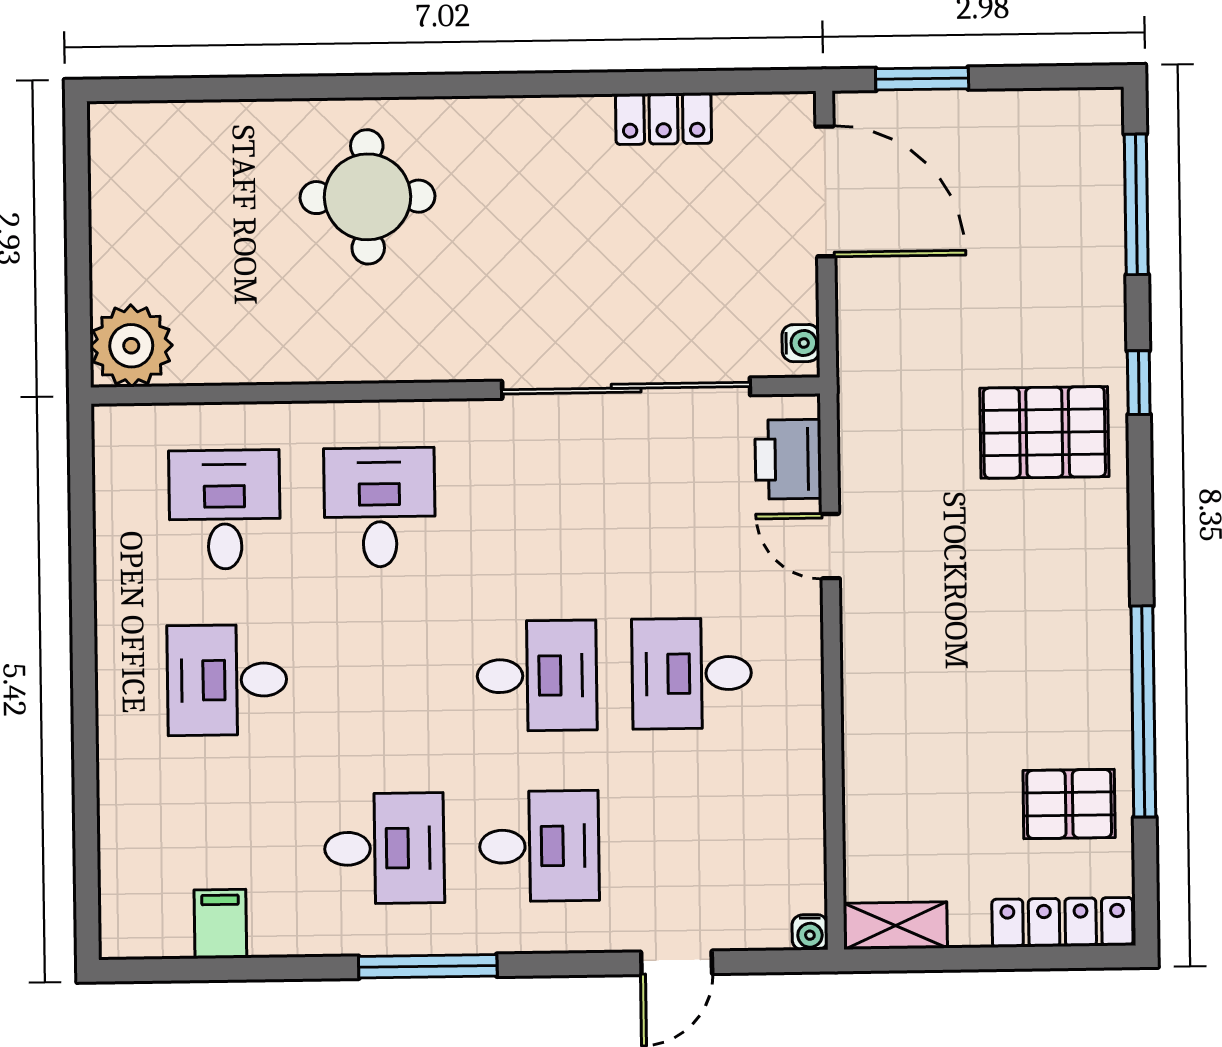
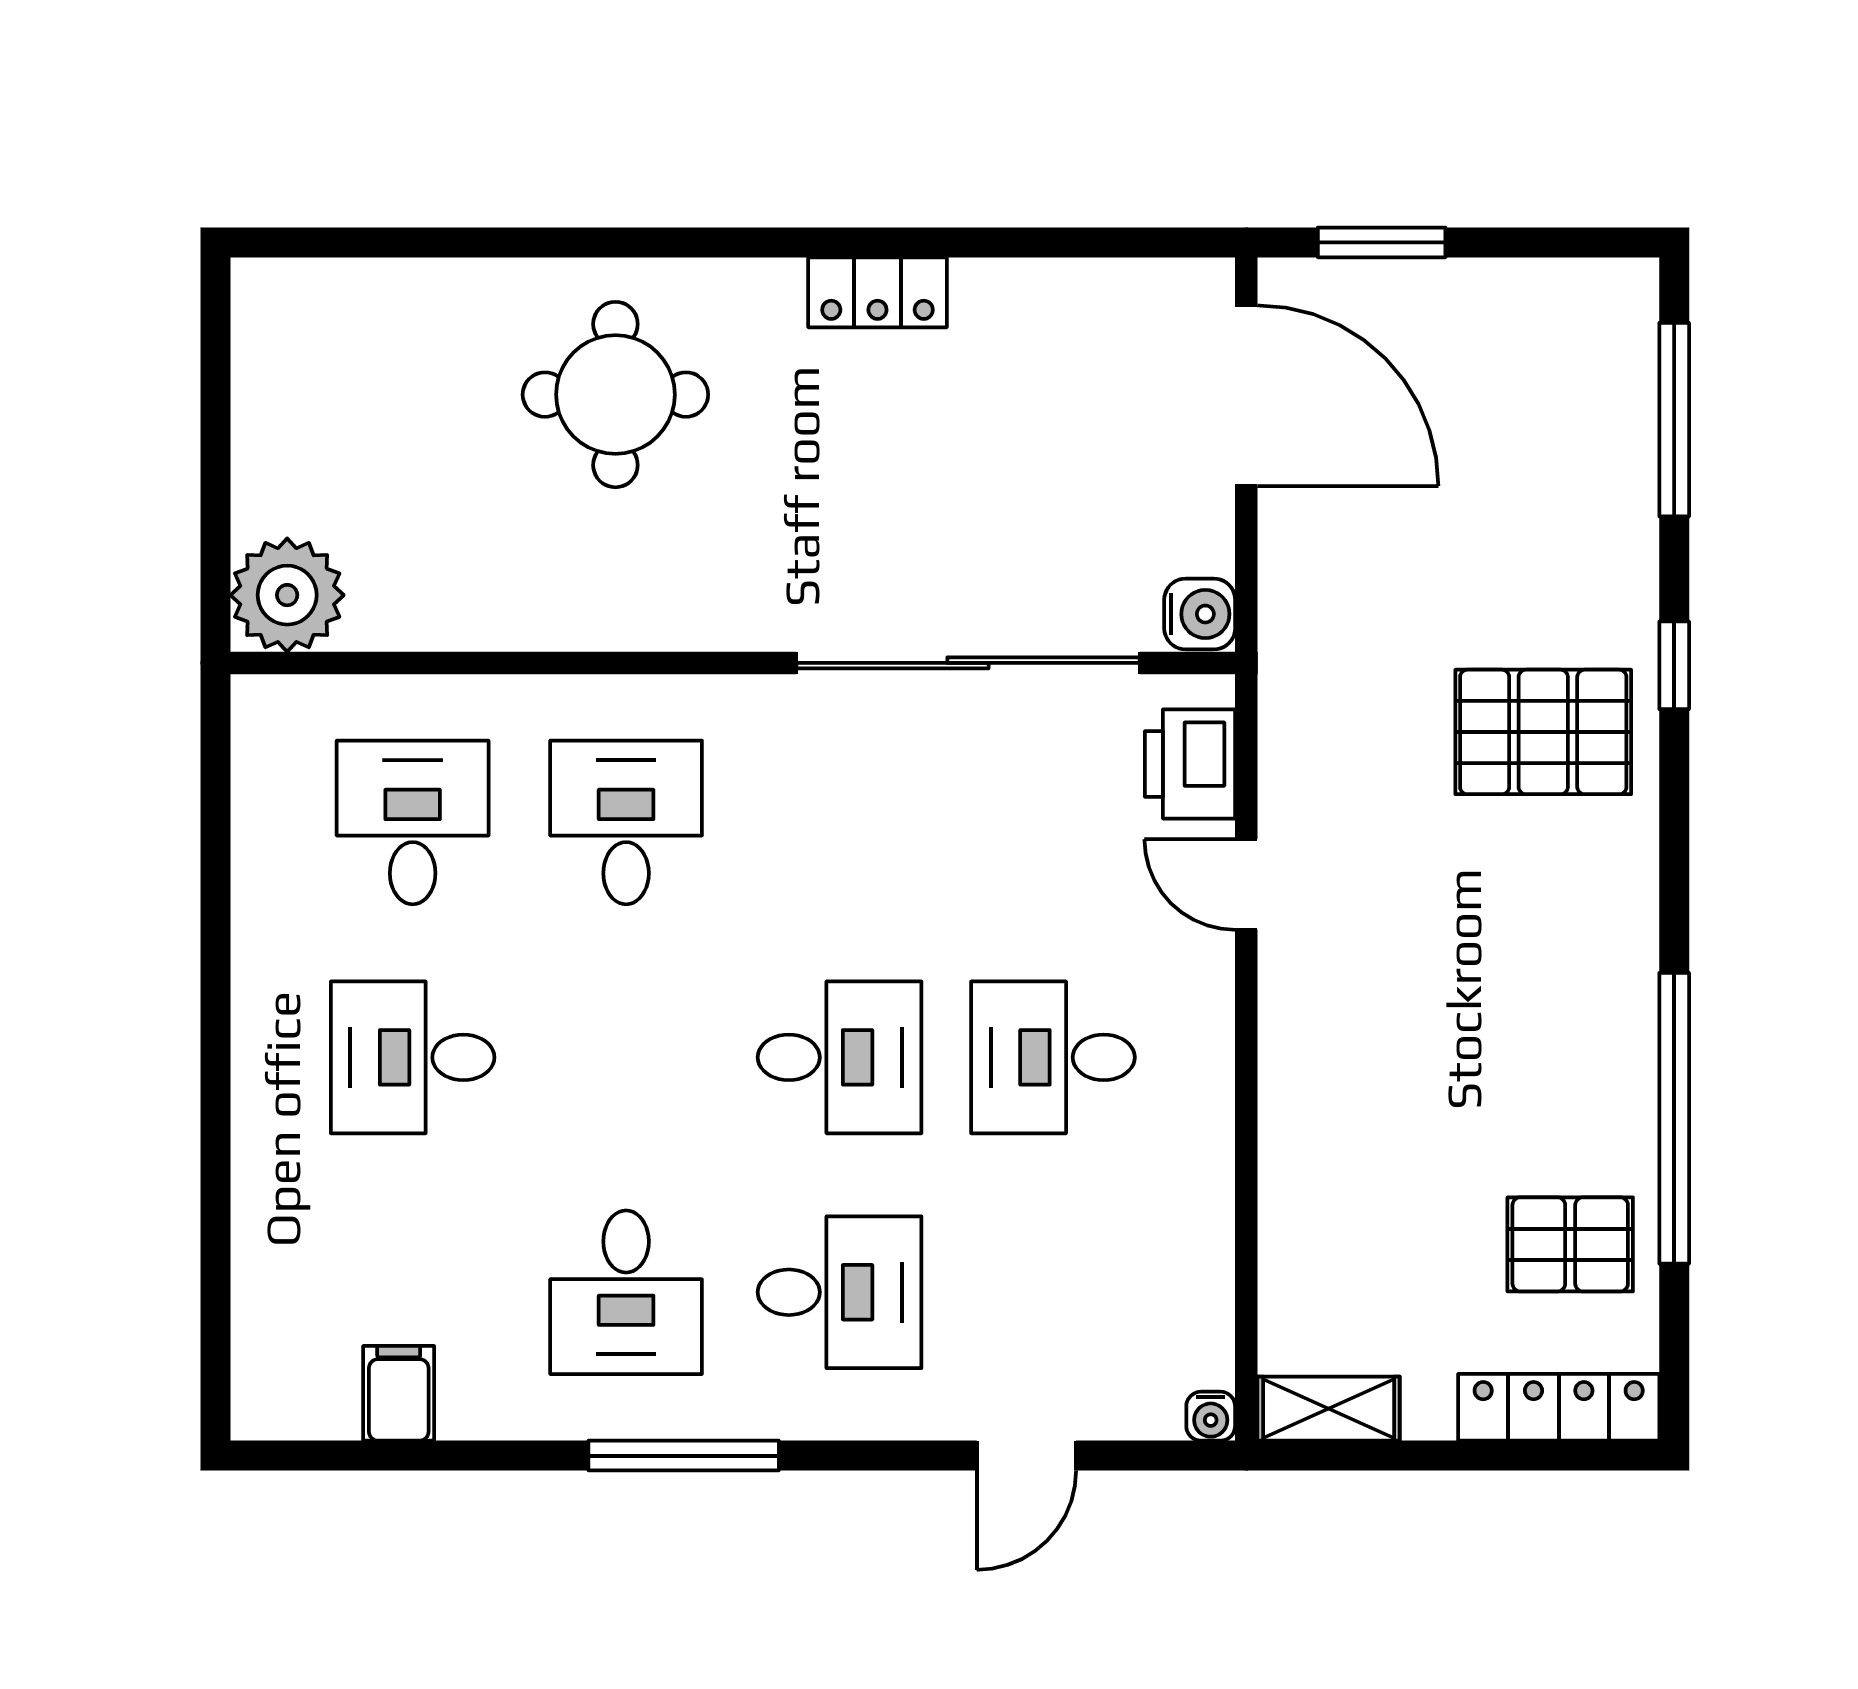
locker: (663, 119) -> (877, 292), moved
water cooler: (801, 343) -> (1200, 614), width x1.38, depth x1.38
desk: (384, 848) -> (626, 1292), turned 90

